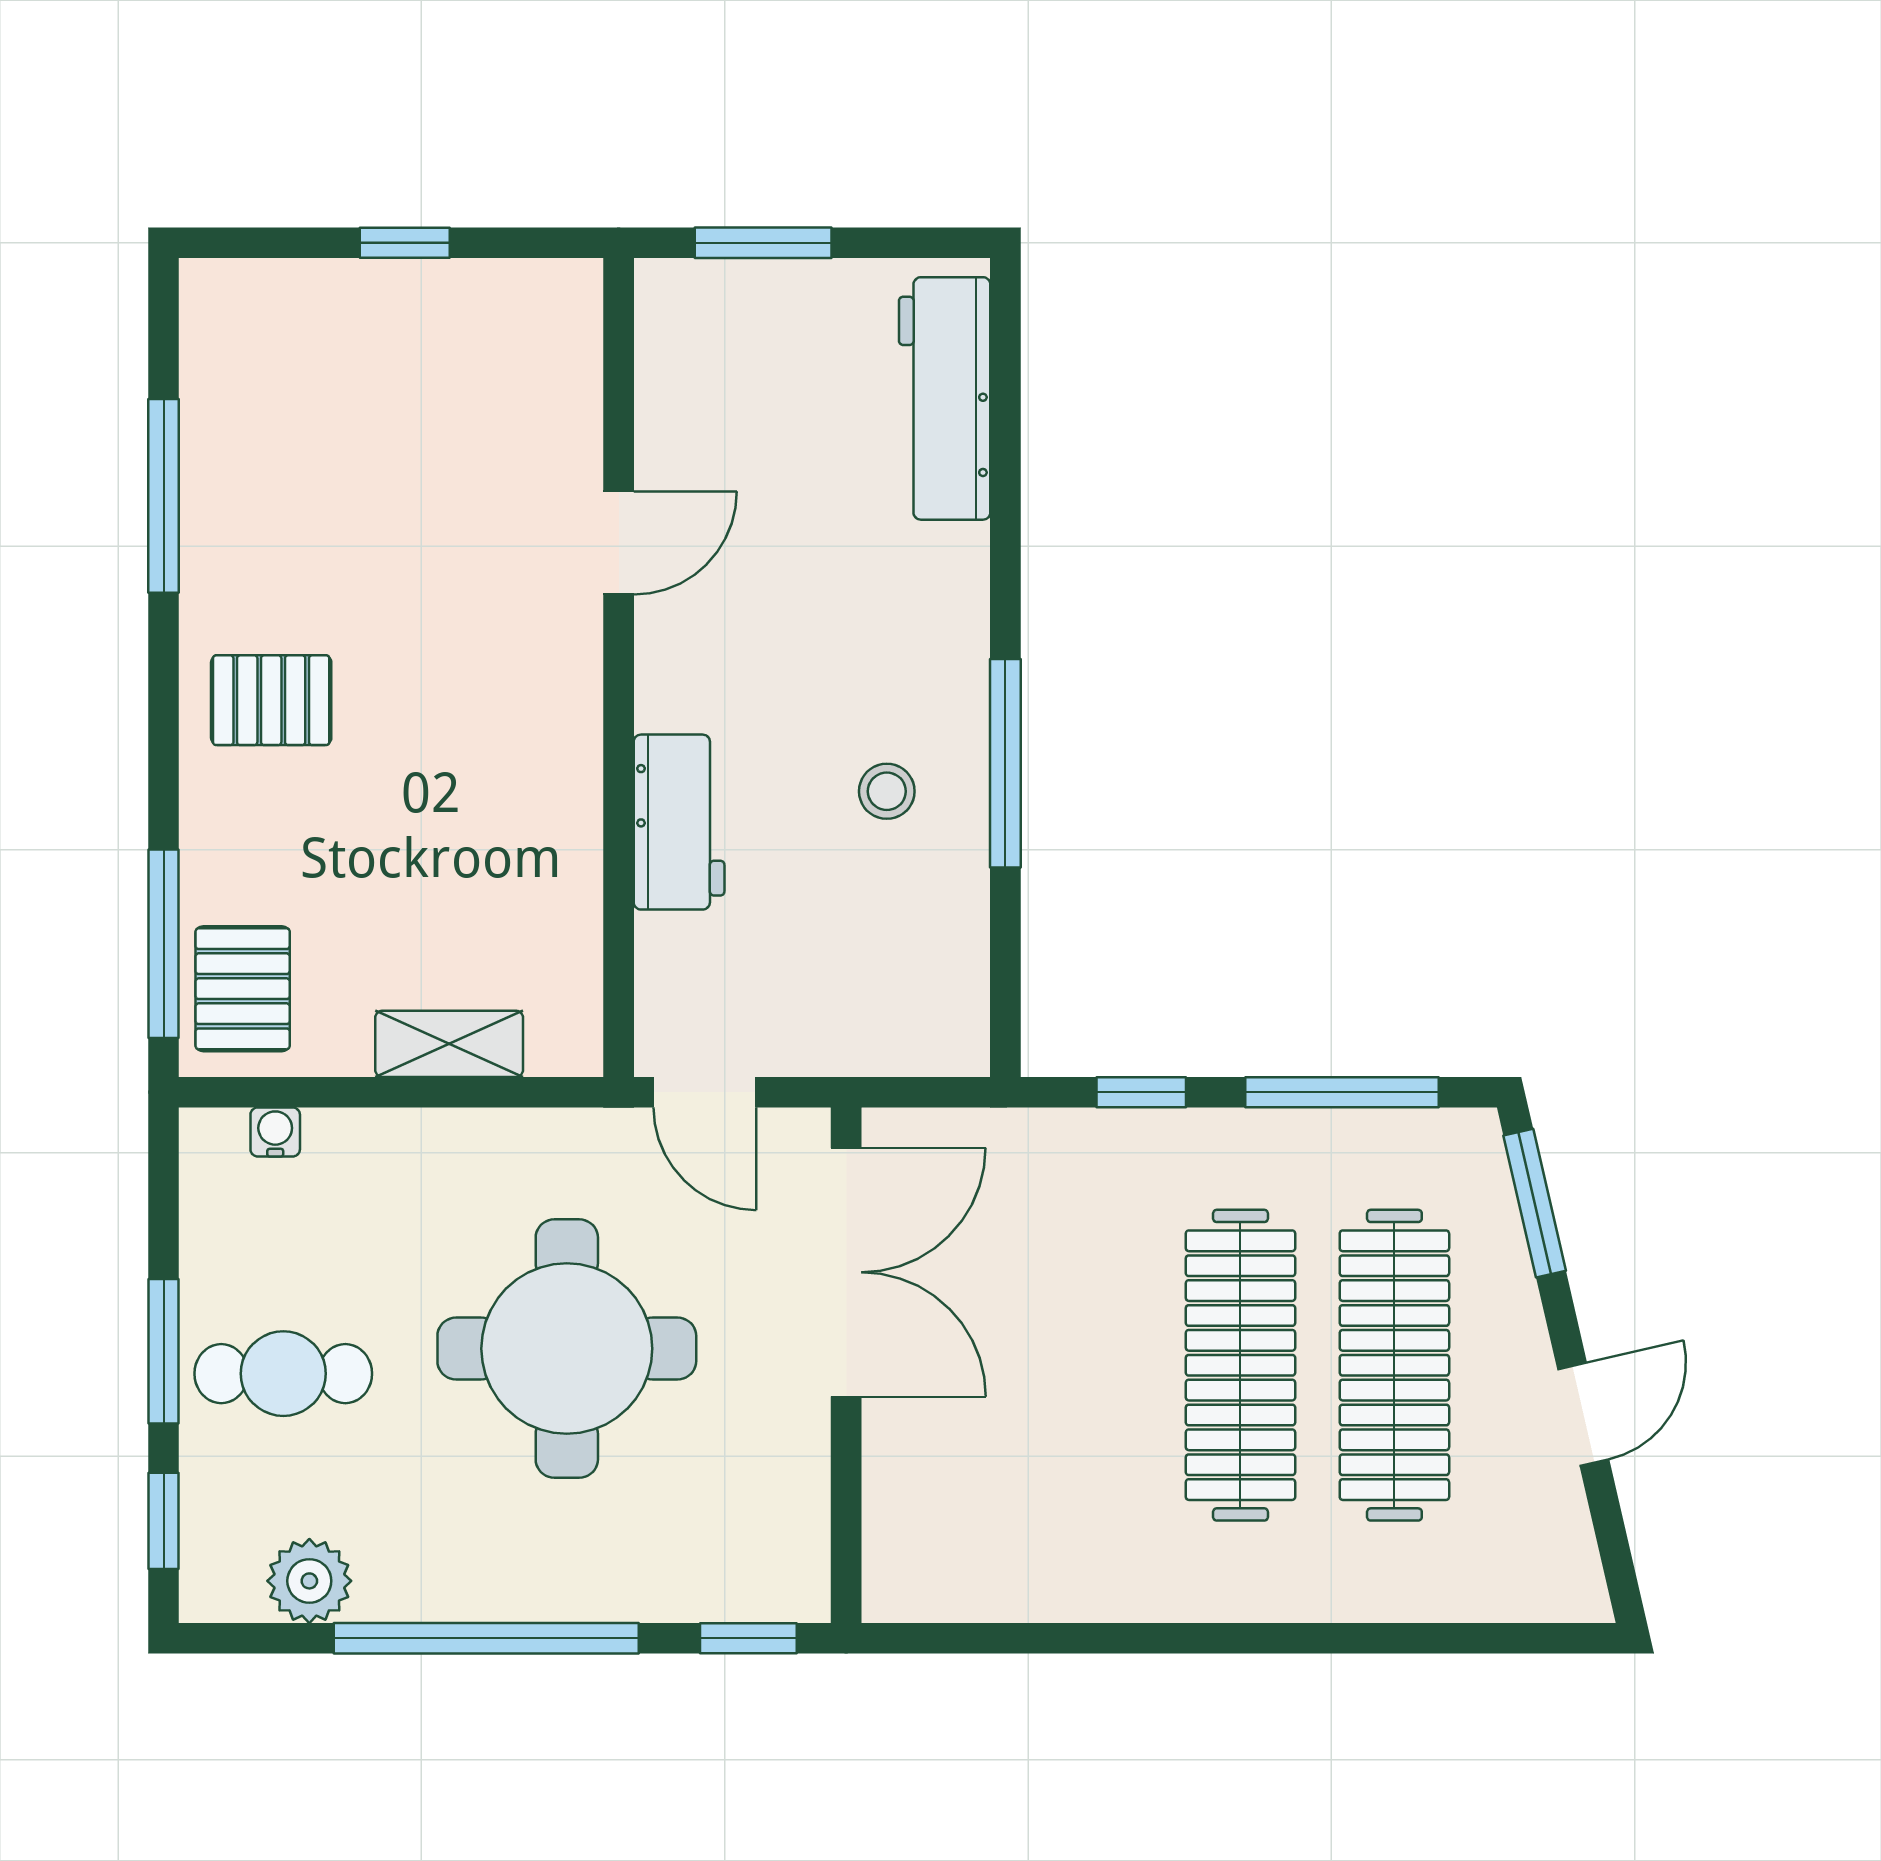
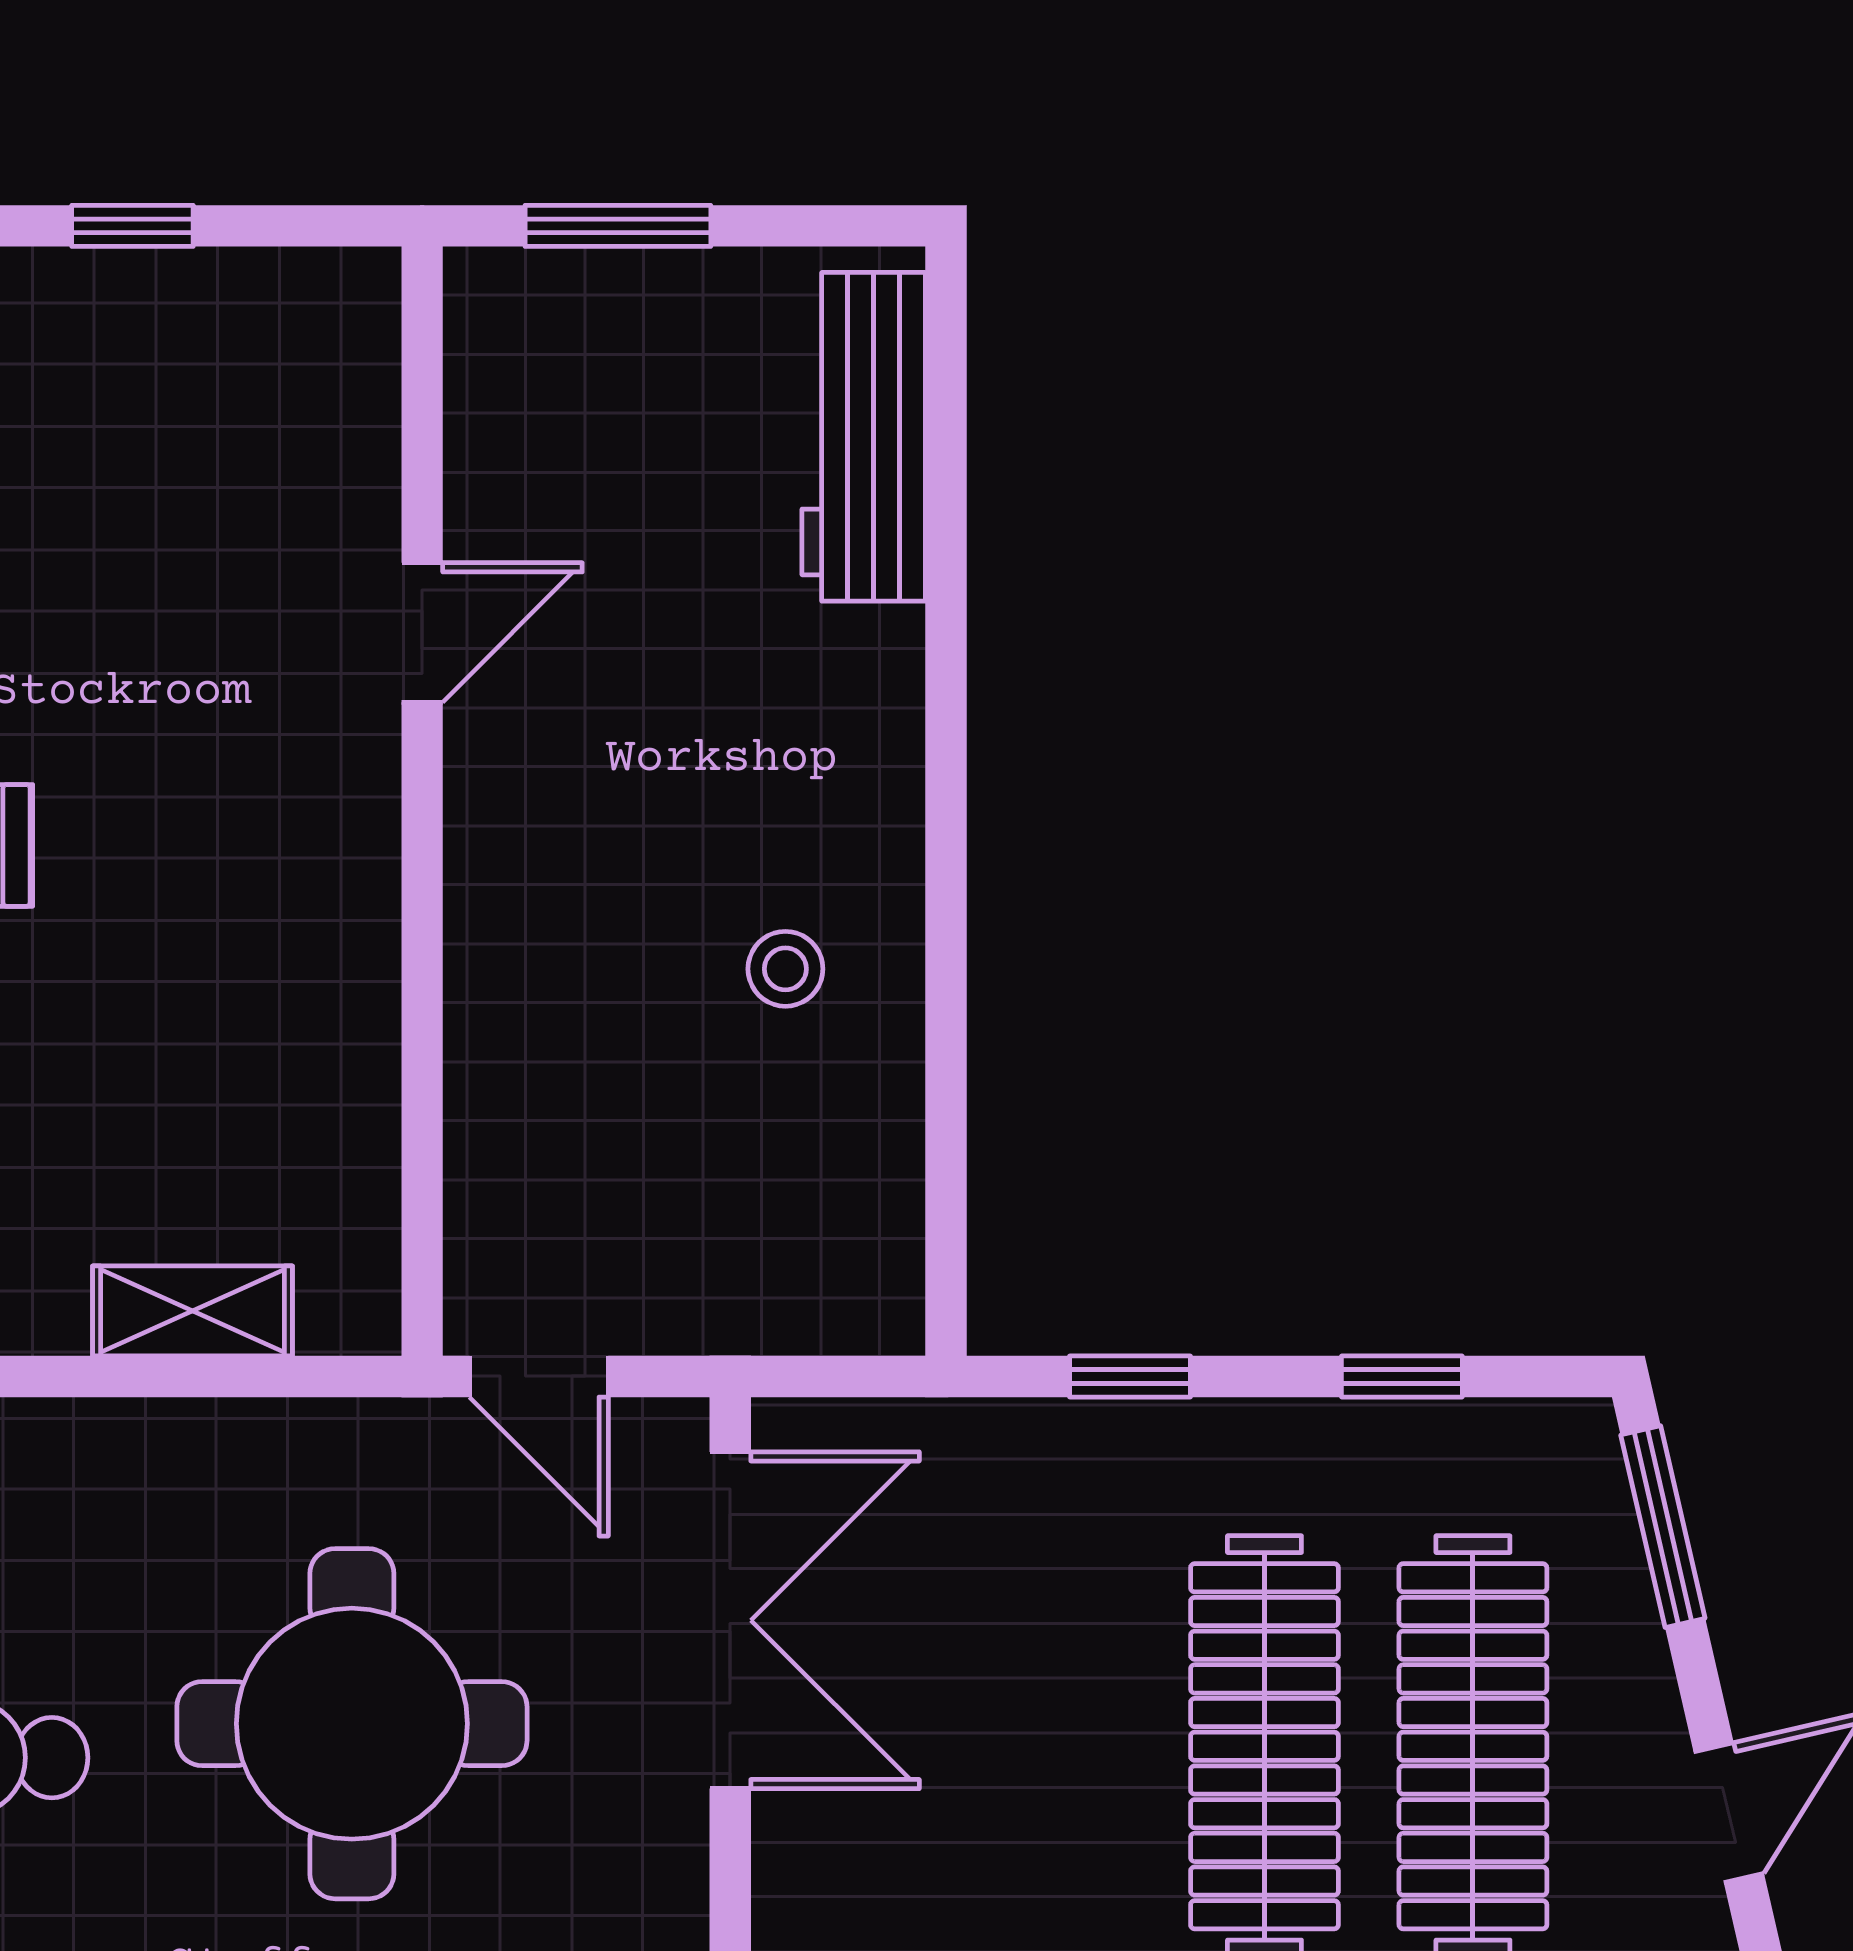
window: (1005, 763) -> (946, 931), removed
workbench: (679, 822) -> (504, 1011), removed
window: (1342, 1092) -> (1402, 1376), width x0.46

